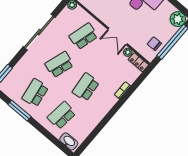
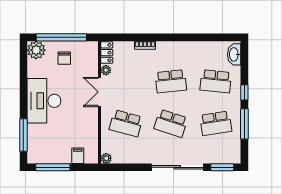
sliding door: (39, 32) -> (177, 167), moved
double door: (118, 36) -> (99, 92), swing flipped
chair: (154, 44) -> (64, 58), moved
window: (39, 127) -> (244, 92), added

